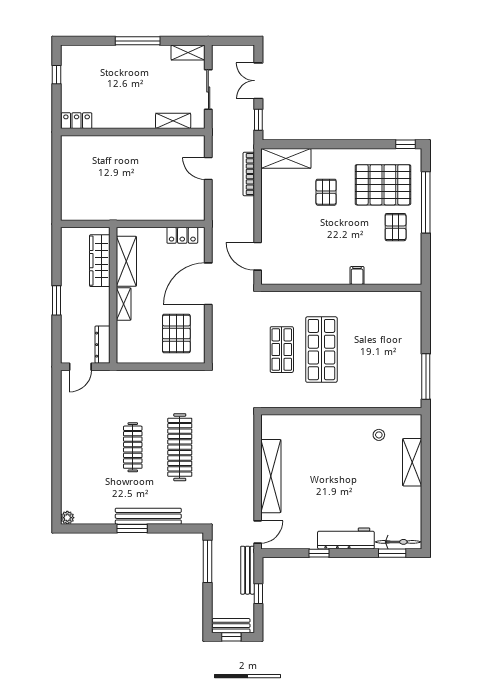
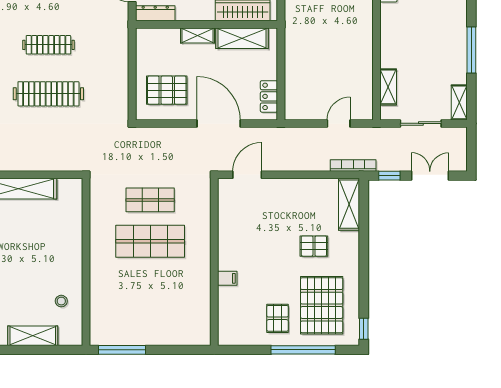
bookcase: (249, 174) -> (353, 165), moved
pallet: (396, 227) -> (278, 318), turned 90

